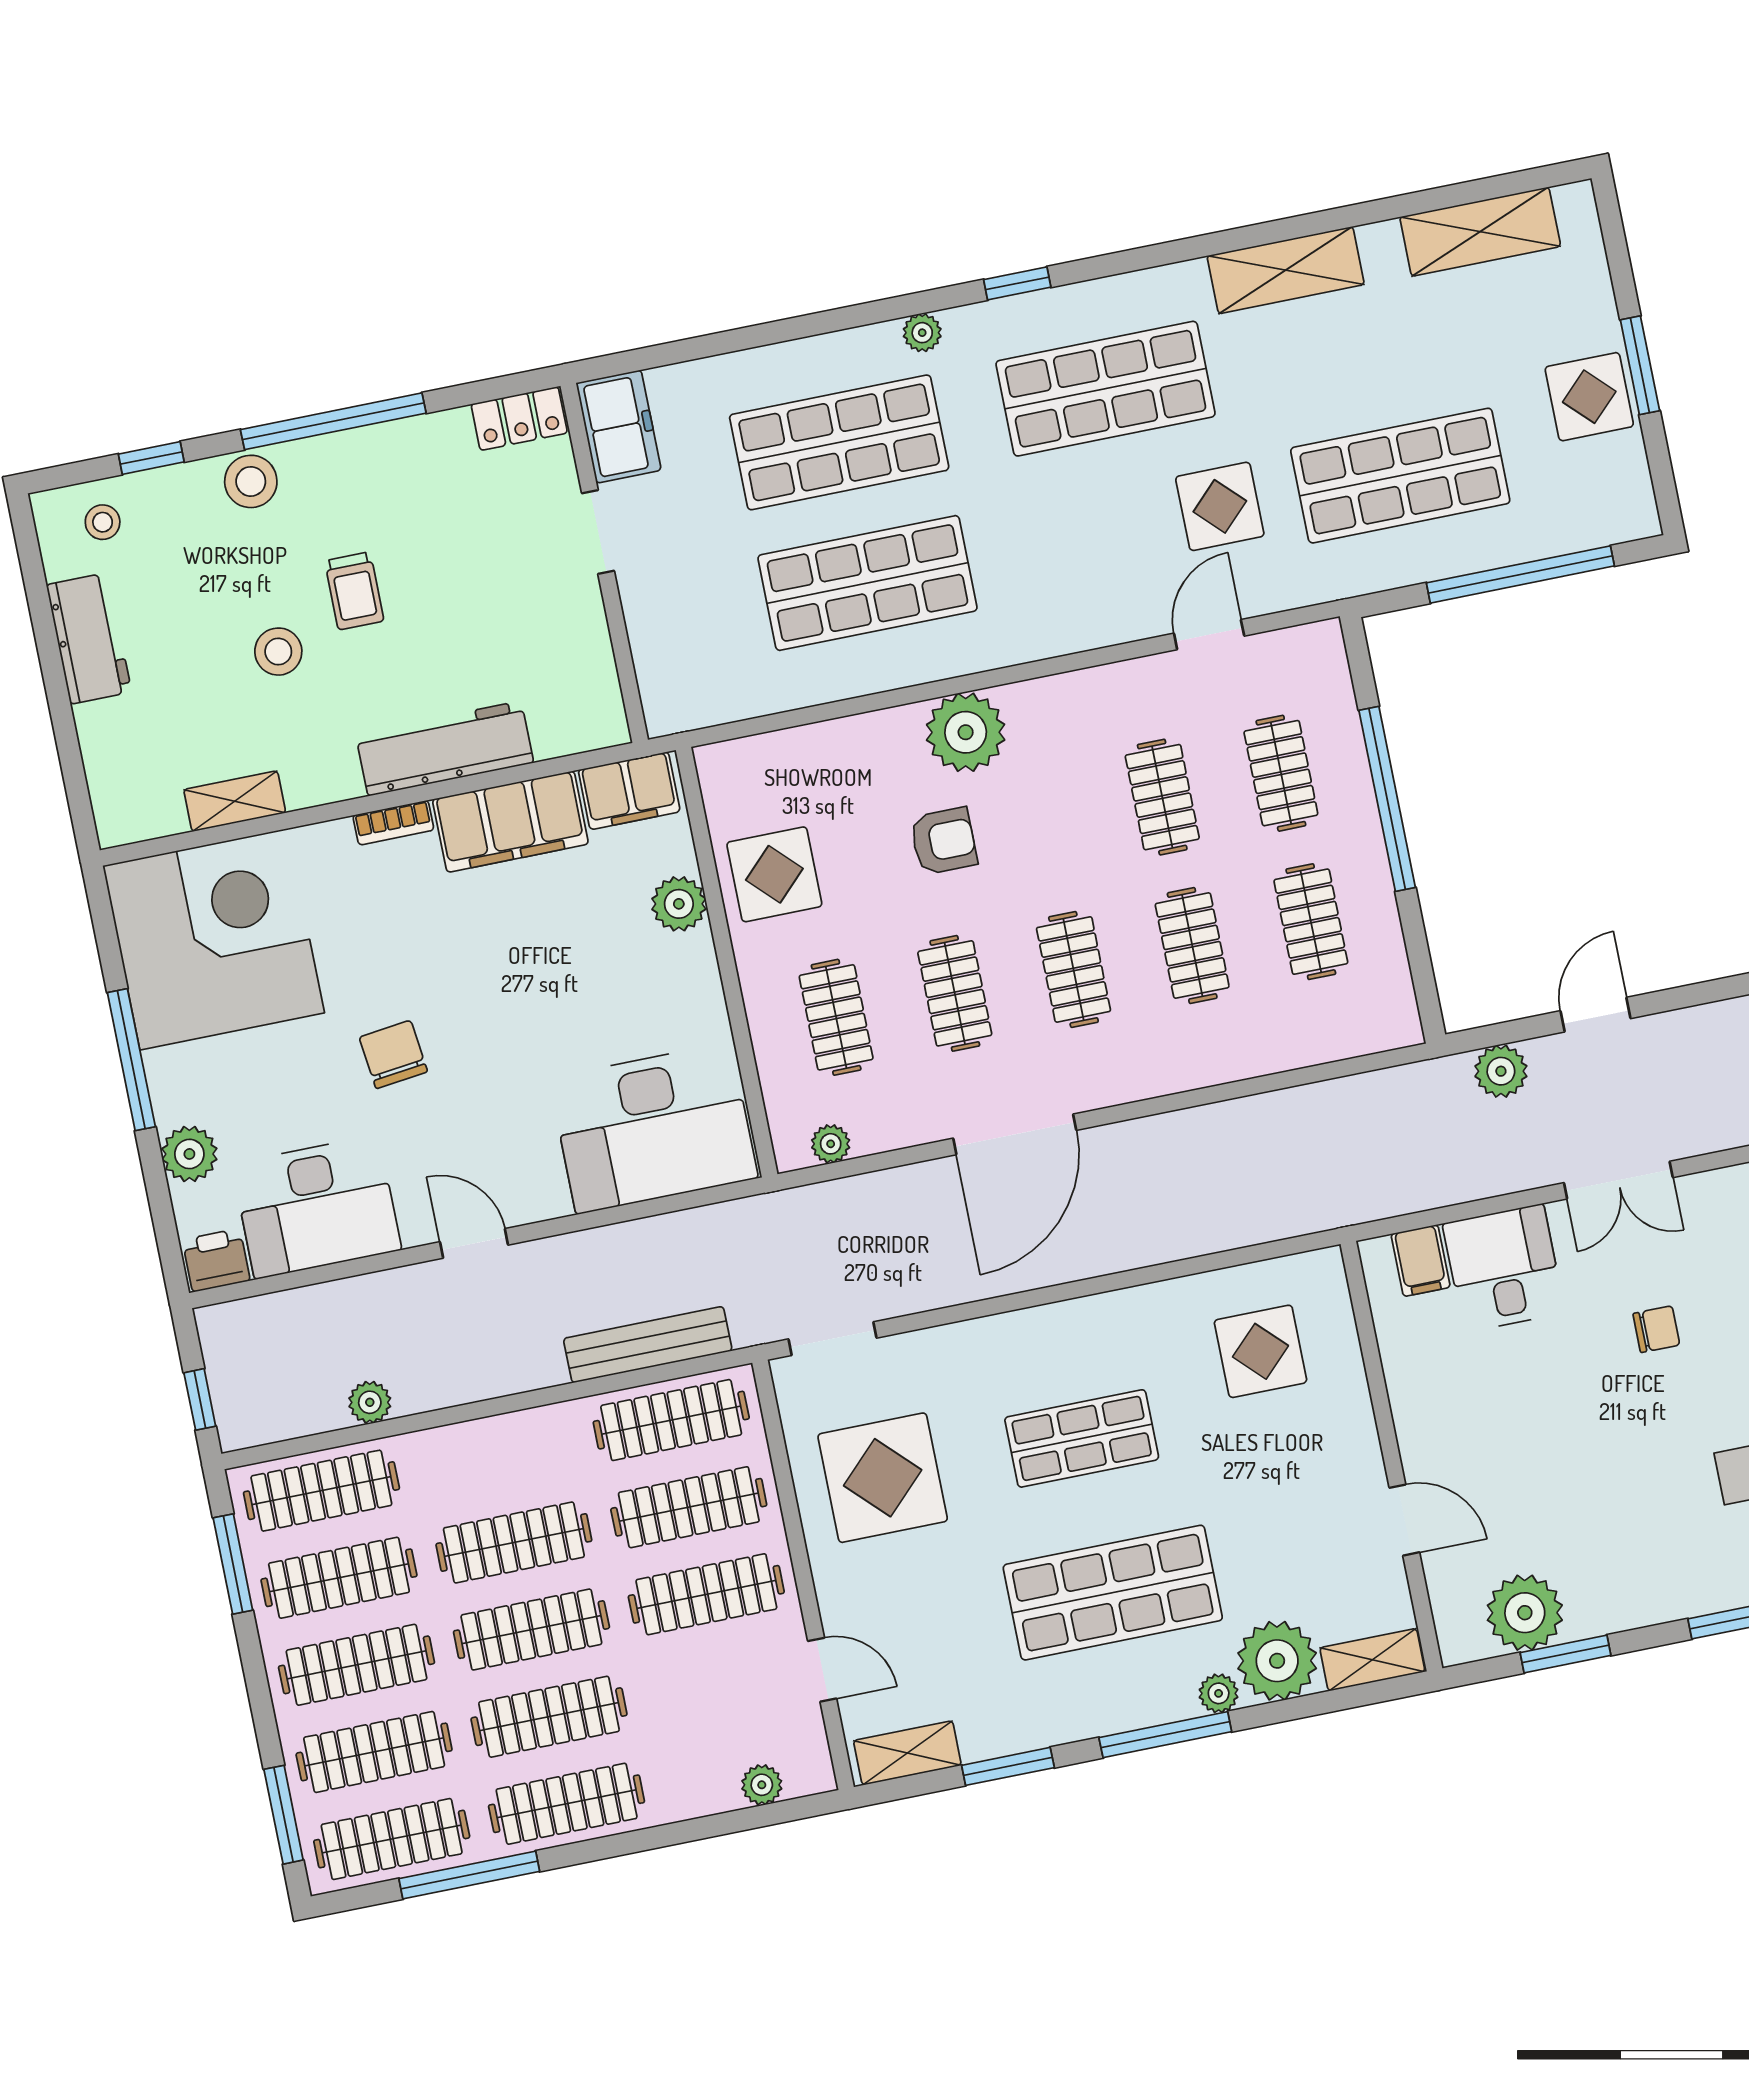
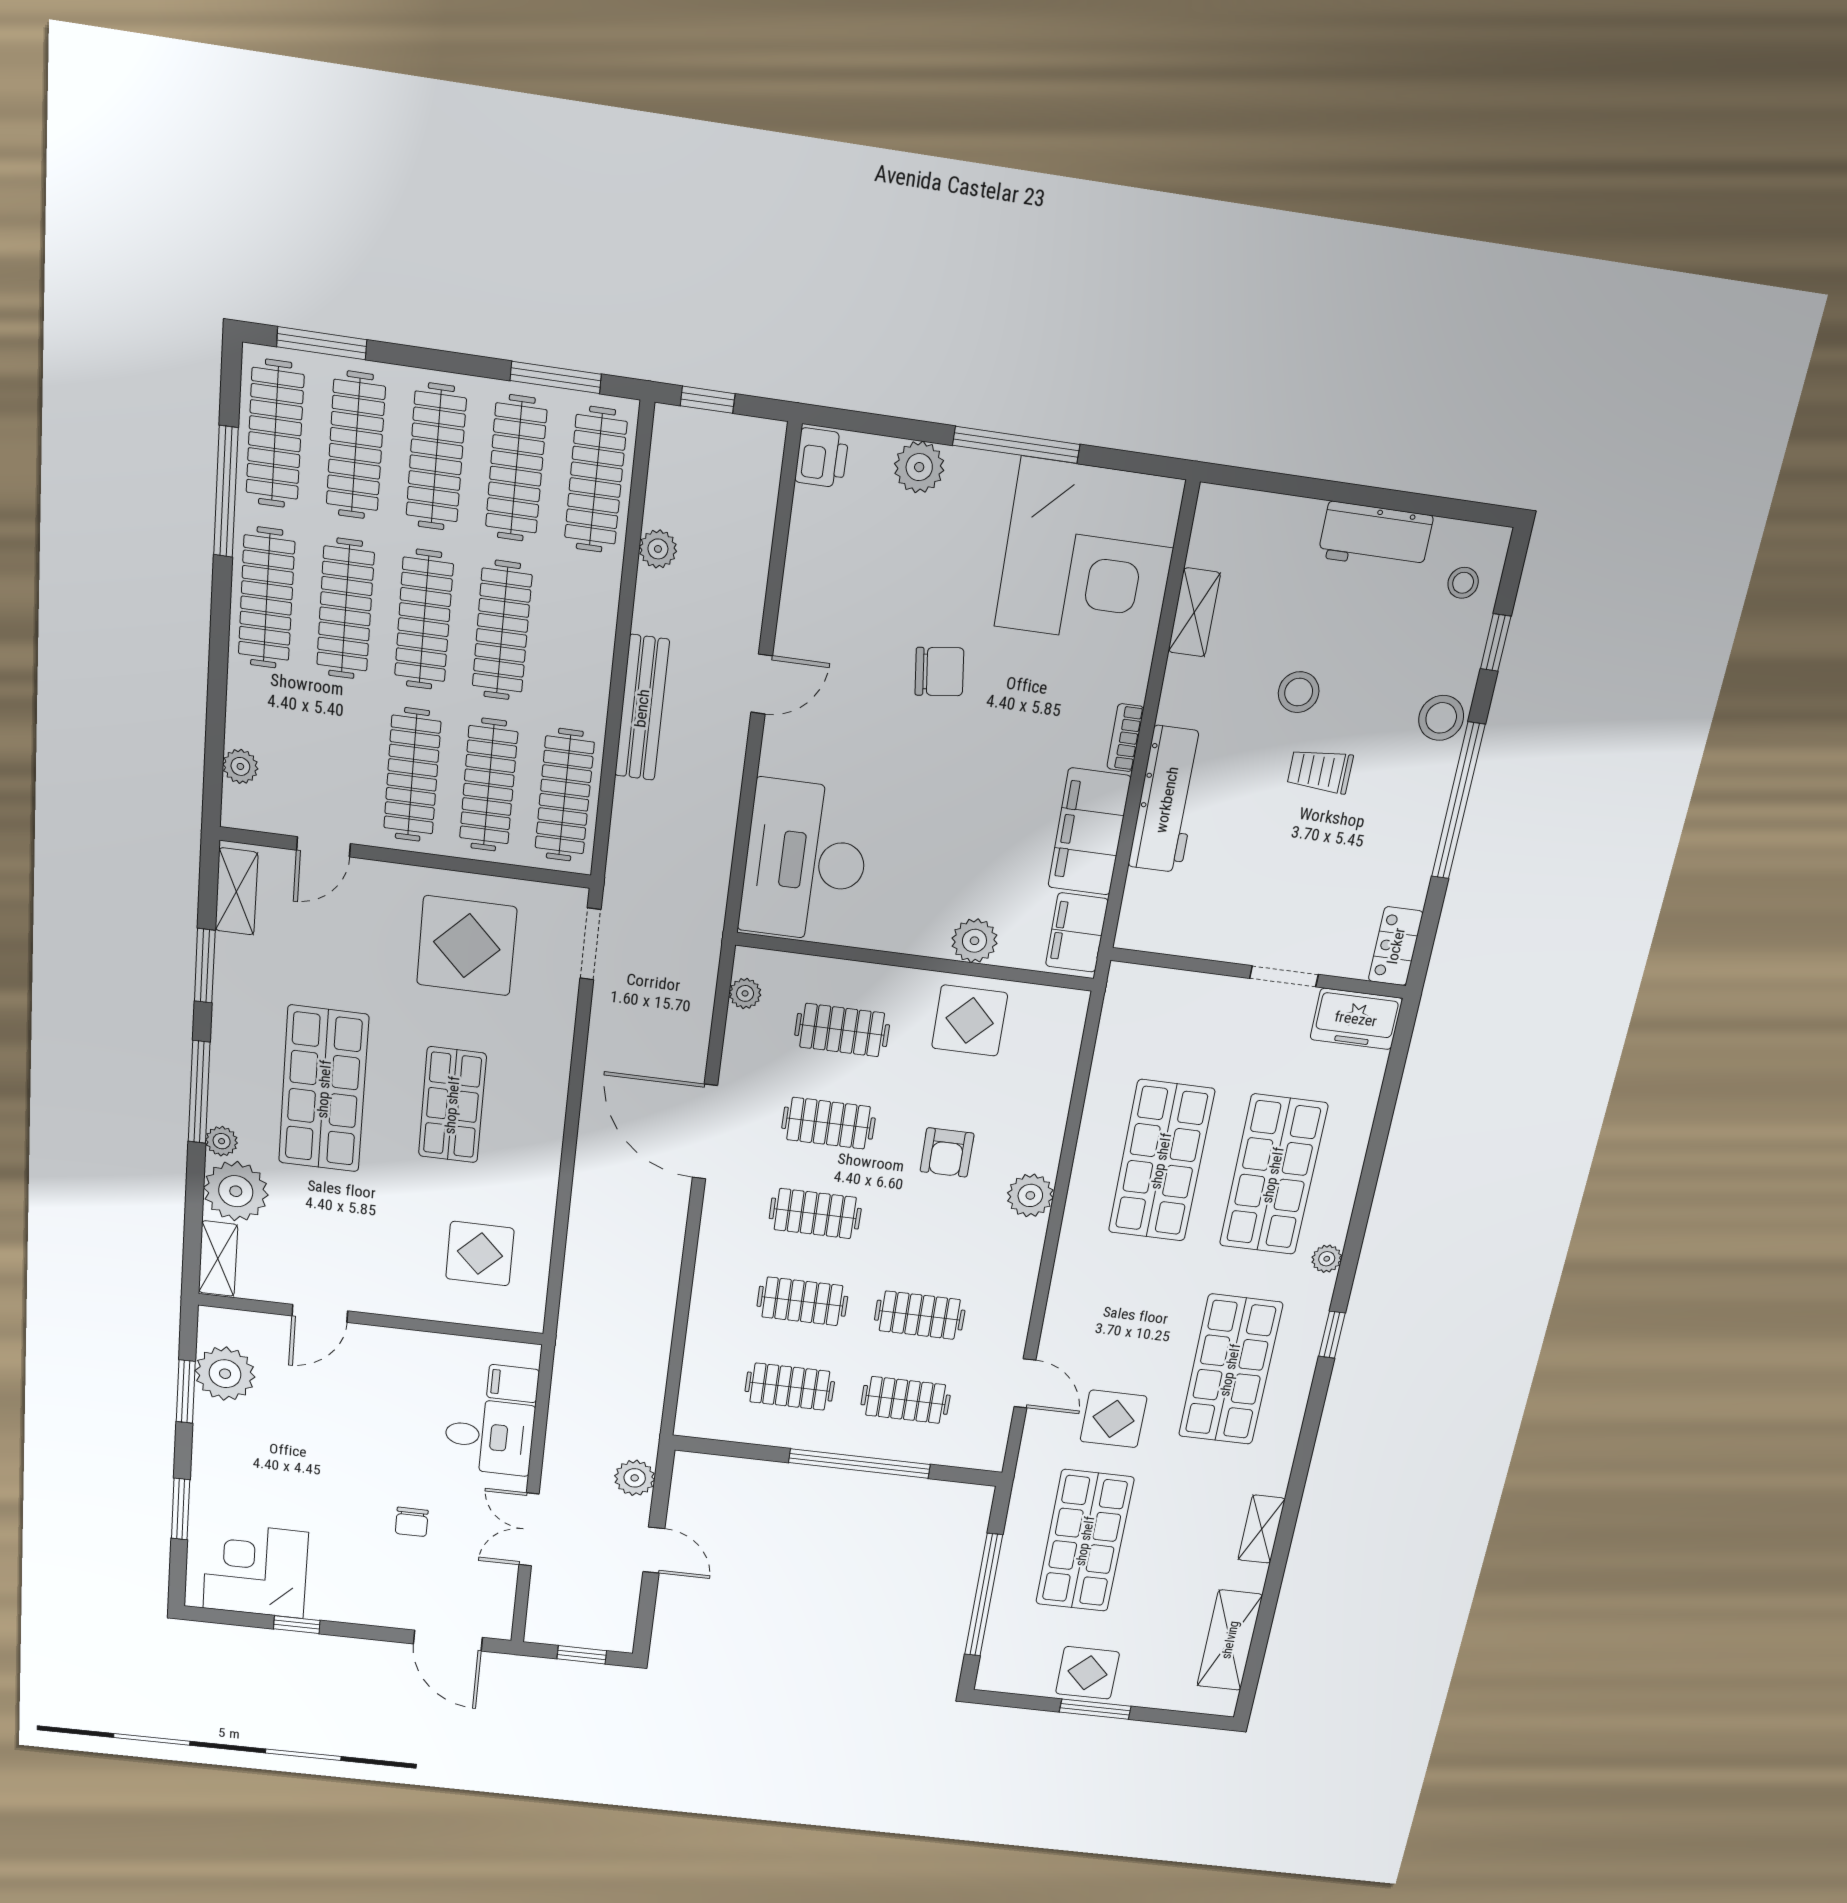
shelving: (1286, 270) -> (1262, 1529), width x0.67, depth x0.75
plant: (966, 732) -> (1030, 1195), width x0.73, depth x0.73
desk: (317, 1207) -> (837, 562), removed
bench: (648, 1345) -> (642, 708), moved

